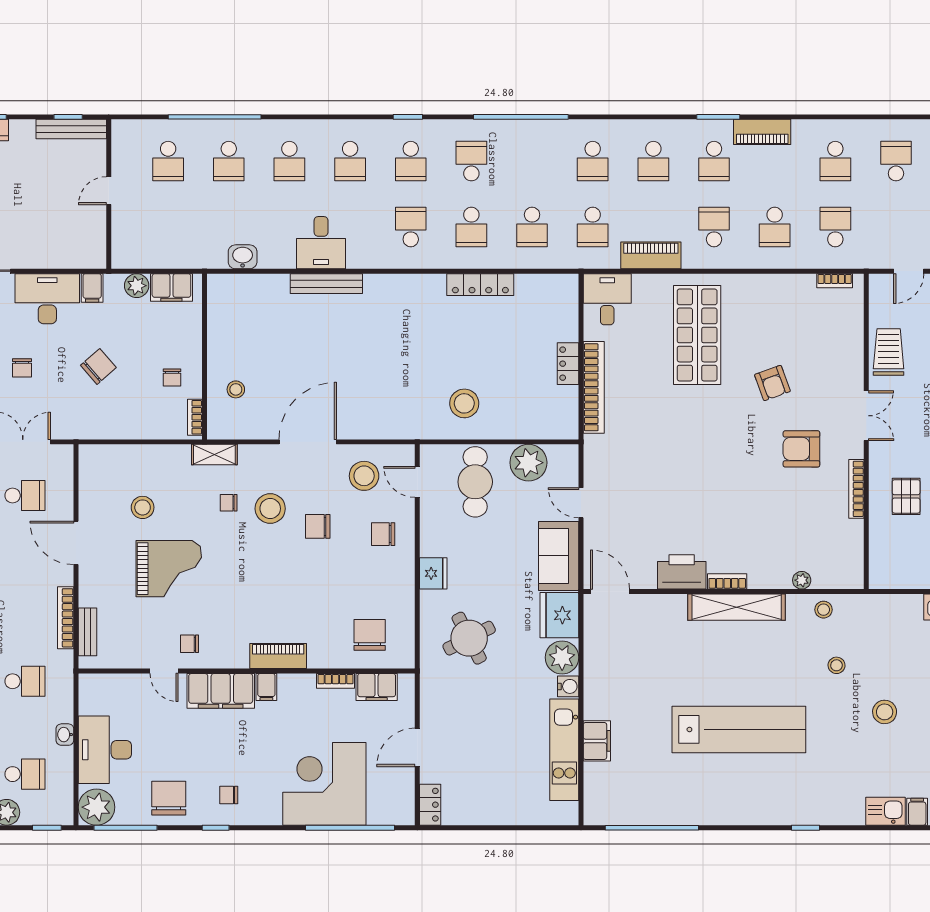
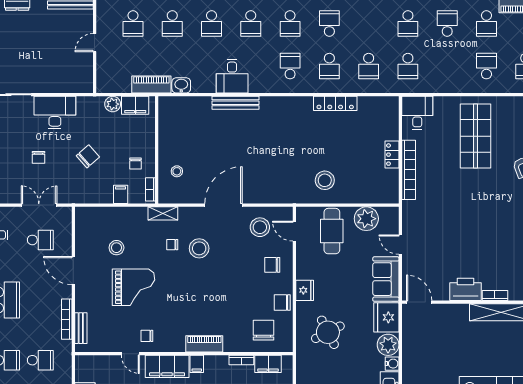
school desk: (653, 161) -> (447, 23), turned 180
piano: (651, 255) -> (151, 85), moved
filing cabinet: (92, 288) -> (121, 194), moved, turned 180
chair: (318, 526) -> (282, 303), moved

